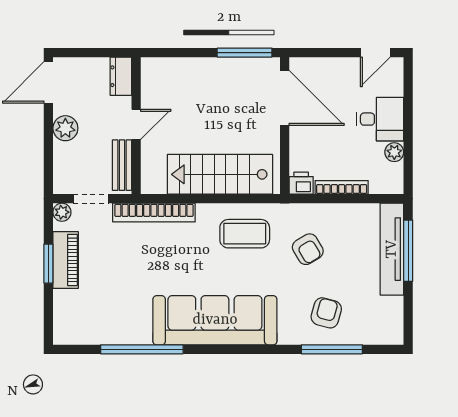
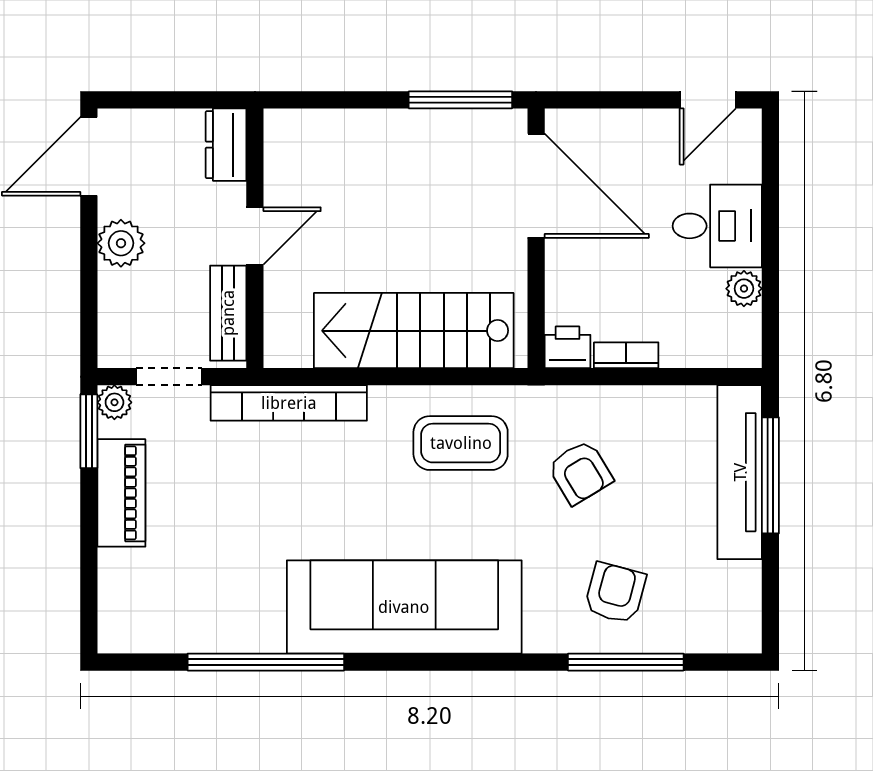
bookcase: (342, 187) -> (626, 355), width x0.64
window: (48, 264) -> (89, 431), moved

